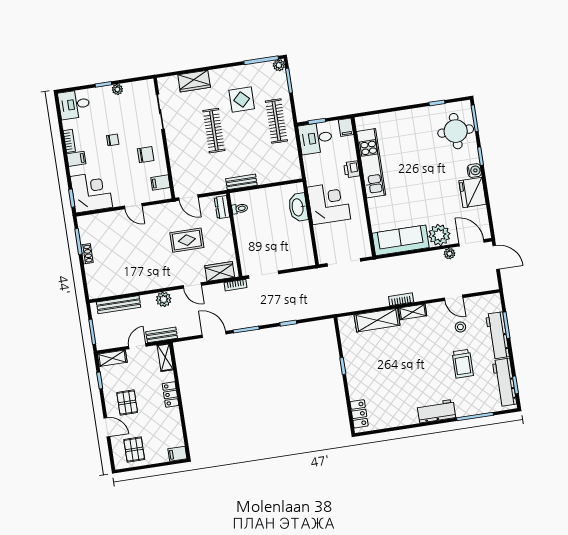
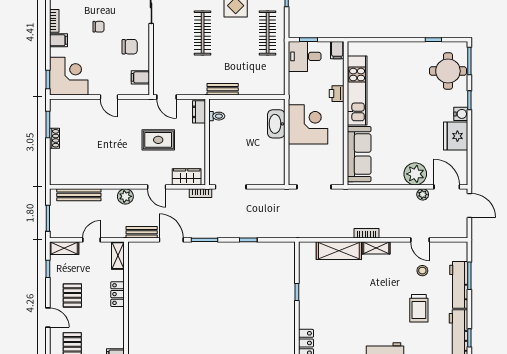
sofa: (401, 240) -> (359, 154), moved, turned 90
bench: (162, 335) -> (142, 232), moved

